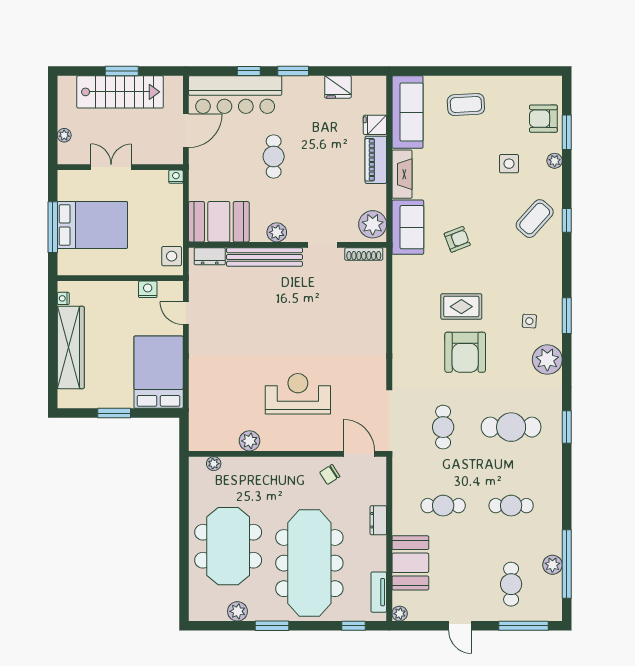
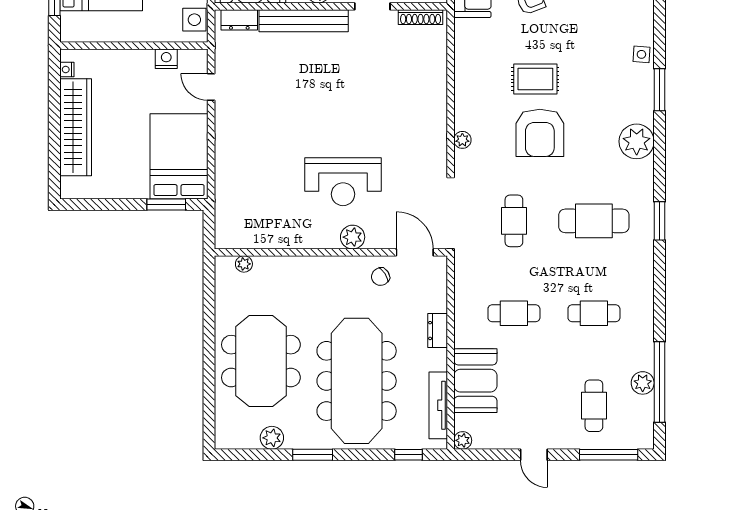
side table: (529, 321) -> (641, 54), moved
plant: (399, 358) -> (462, 140), added
reception desk: (298, 394) -> (343, 182), turned 180
window: (114, 413) -> (166, 204), moved
plant: (250, 441) -> (353, 237), moved
tv unit: (379, 592) -> (438, 405), width x1.41

